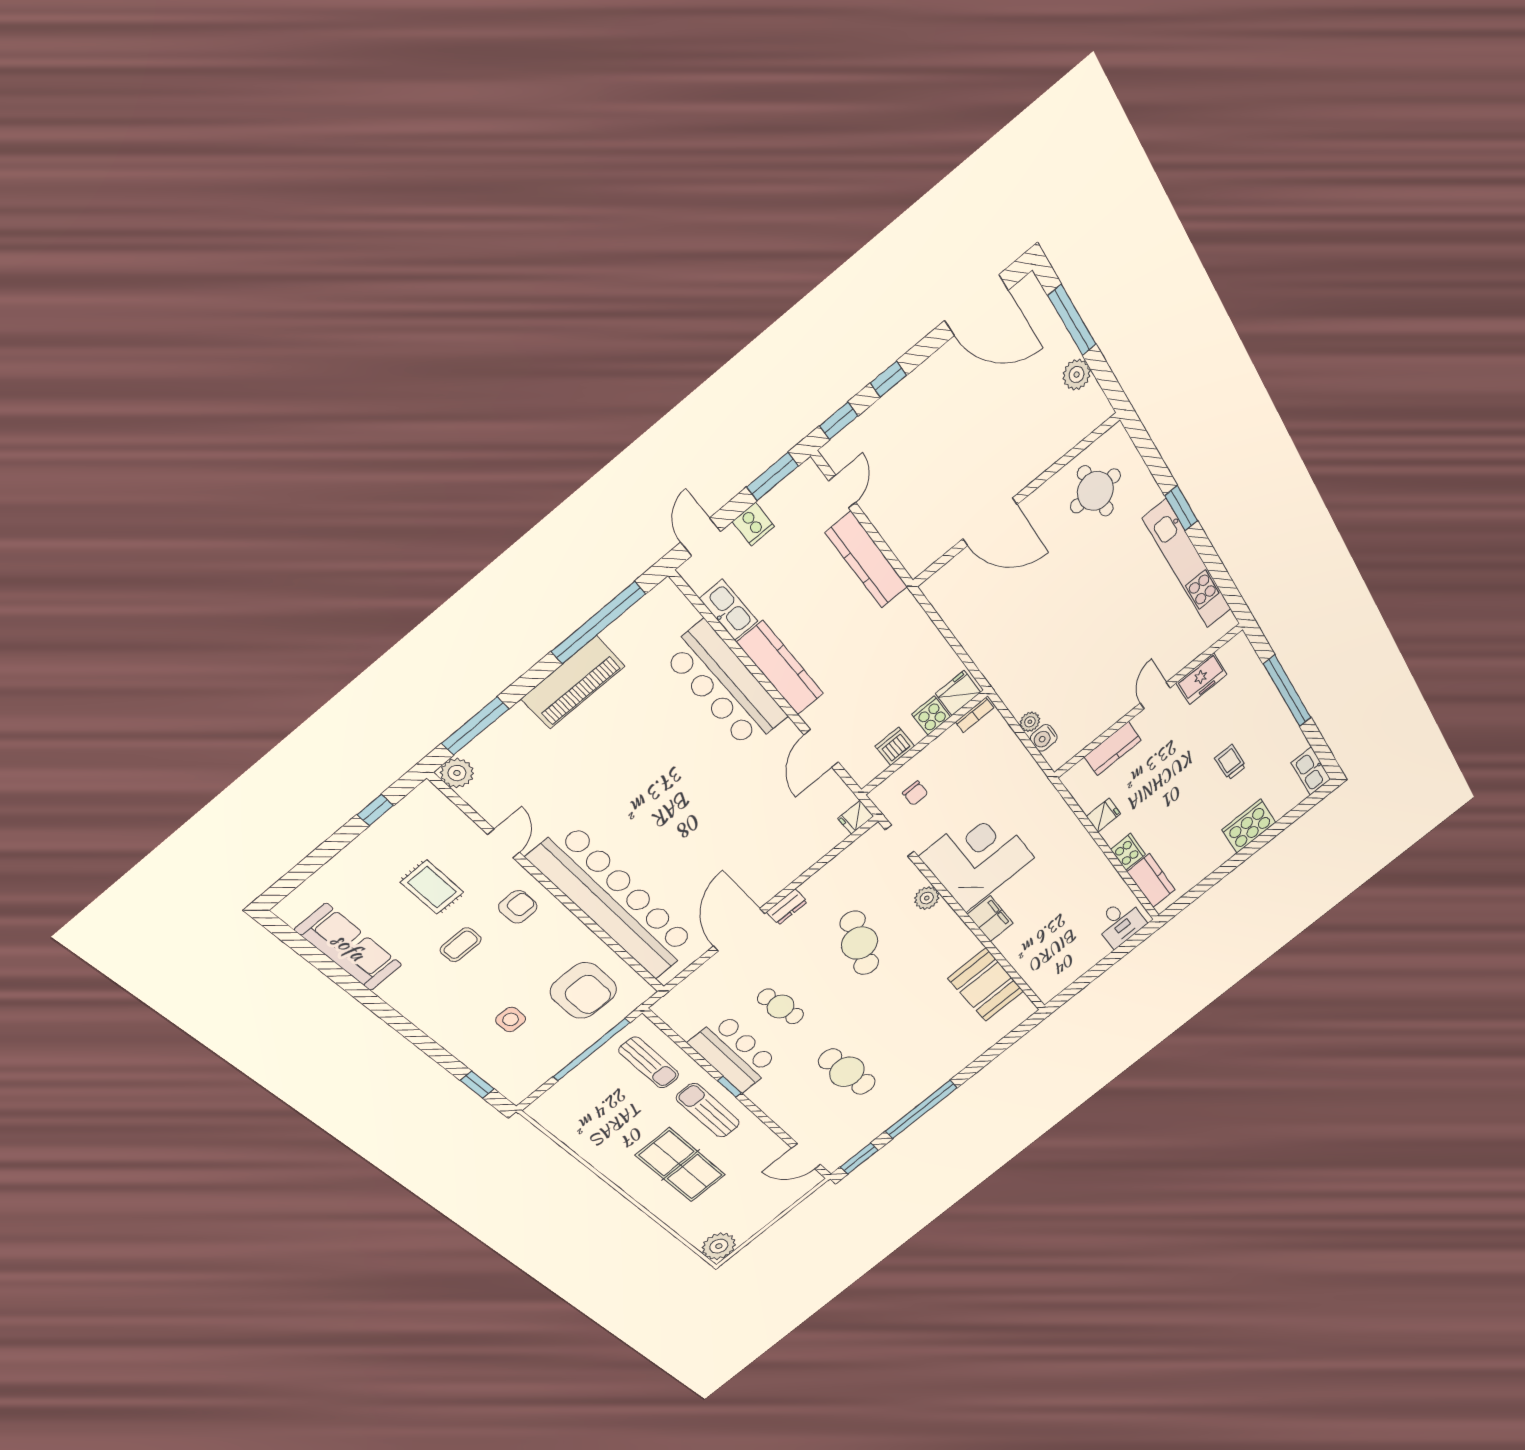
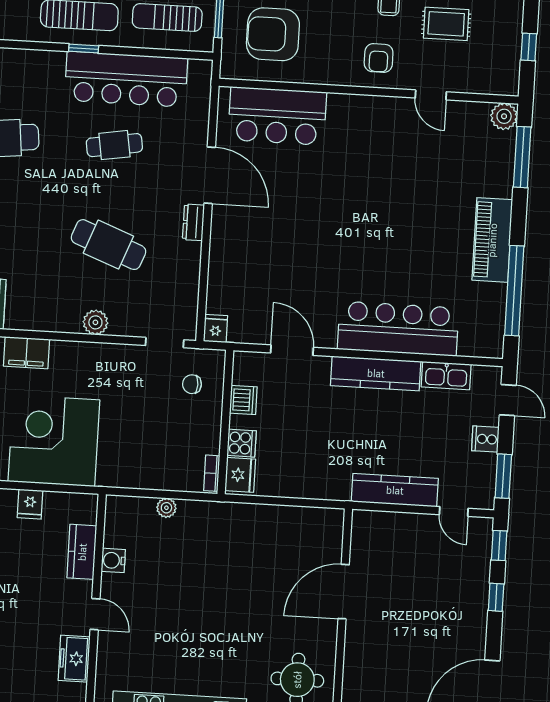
water cooler: (1044, 738) -> (113, 560), moved, turned -90
corner desk: (977, 857) -> (54, 441), moved, turned 180
bar counter: (614, 902) -> (277, 116), width x0.54
bar counter: (734, 1053) -> (126, 79), width x1.36

